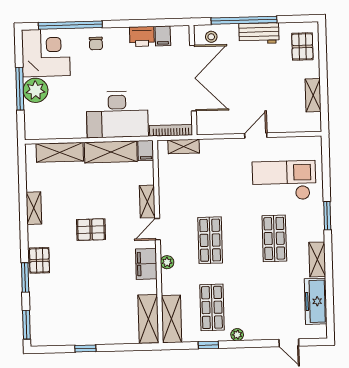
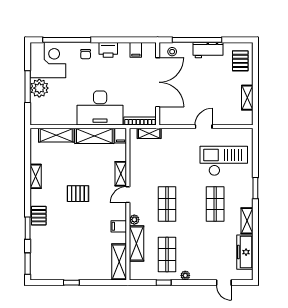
printer: (142, 36) -> (108, 50), moved
filing cabinet: (146, 264) -> (119, 226), width x0.50
shelving: (172, 319) -> (136, 244), moved

